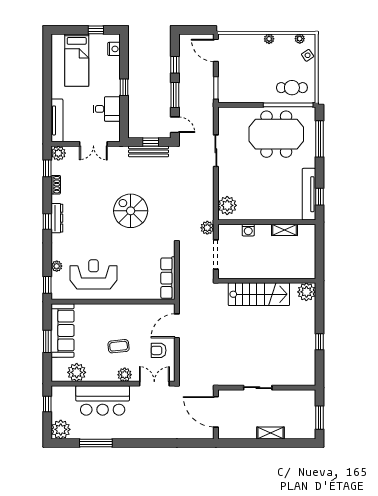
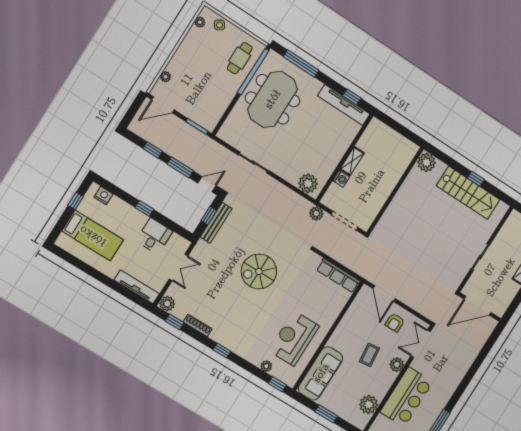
plant: (269, 39) -> (166, 77), moved
shoe rack: (56, 185) -> (198, 325), width x1.43
dresser: (57, 218) -> (224, 340), removed
shelving: (284, 230) -> (352, 161), moved
stairs: (259, 294) -> (468, 193), moved, turned 90
sofa: (63, 330) -> (321, 373), moved, turned 90

